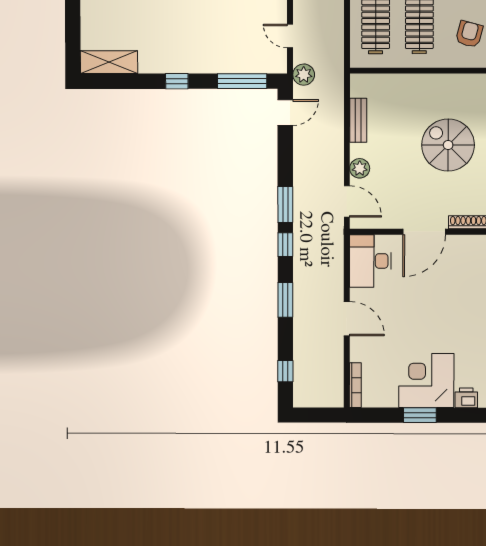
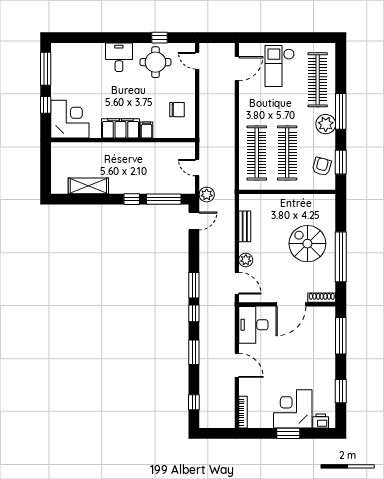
shelving: (109, 62) -> (88, 186), moved
window: (177, 81) -> (132, 199), moved

